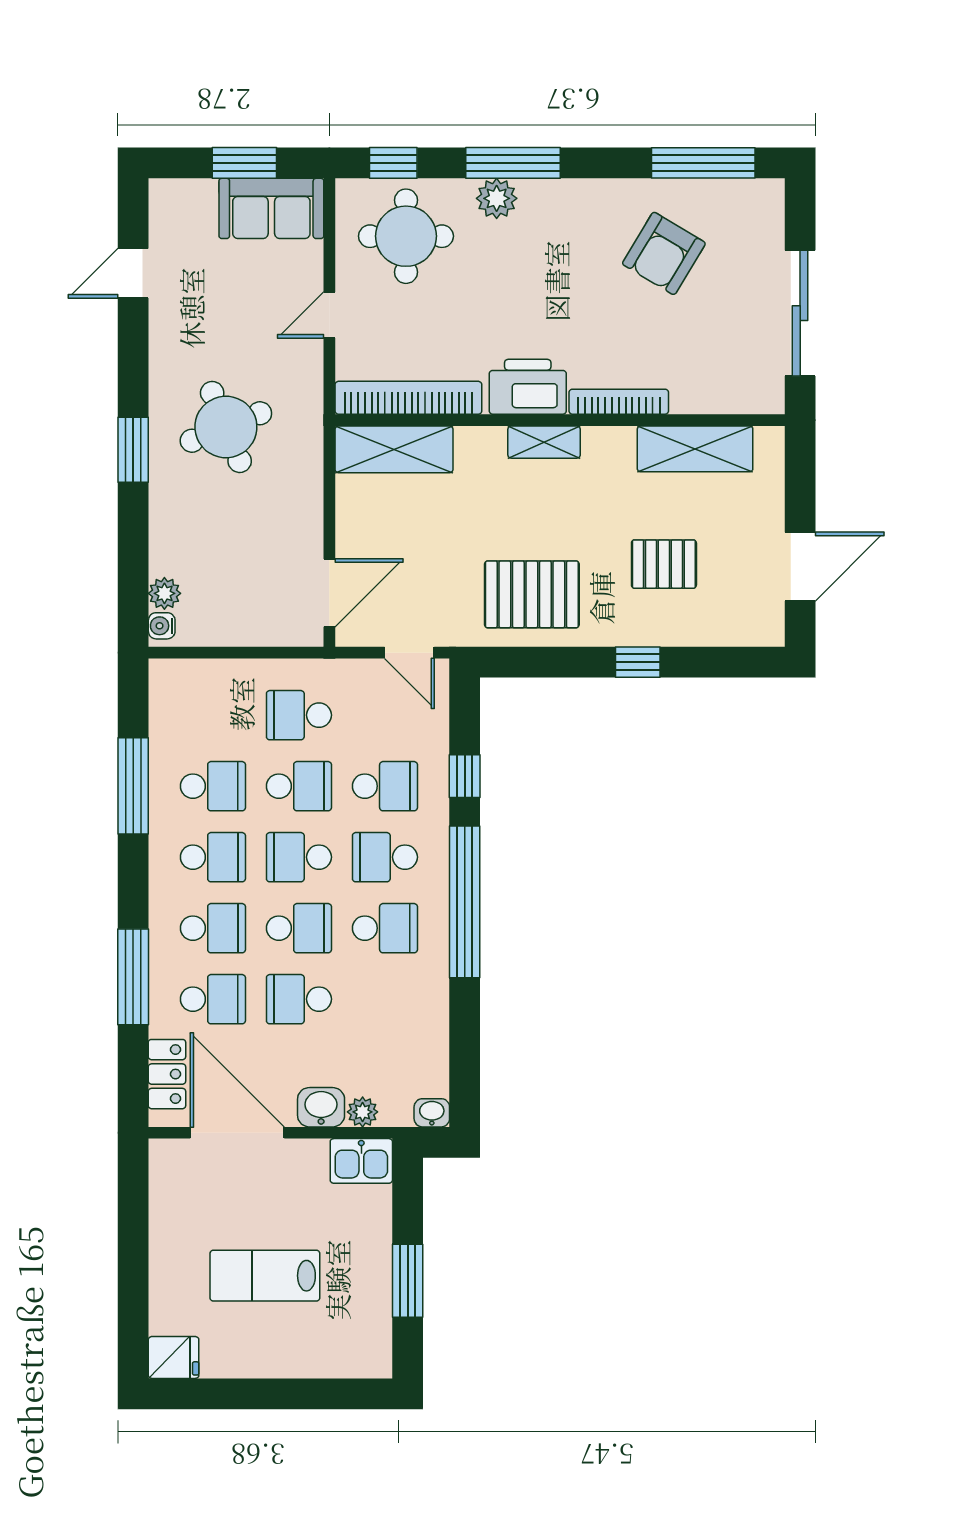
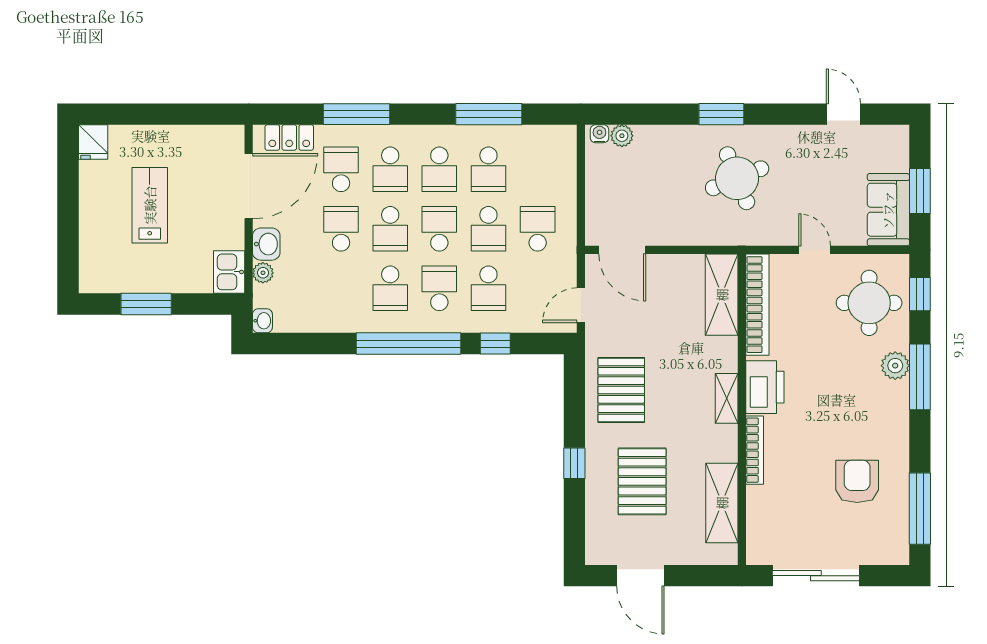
armchair: (664, 253) -> (857, 481), turned 59
pallet: (664, 564) -> (642, 481), width x1.50, depth x1.42
school desk: (213, 999) -> (341, 169), turned 180

